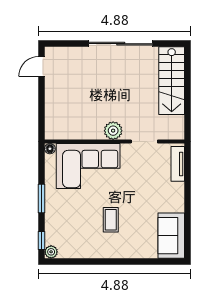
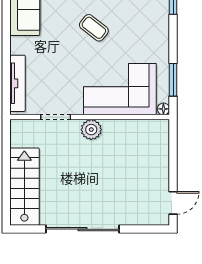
tv unit: (178, 164) -> (17, 83), width x1.41
window: (42, 199) -> (173, 80), moved
coffee table: (111, 220) -> (94, 28), turned -52

